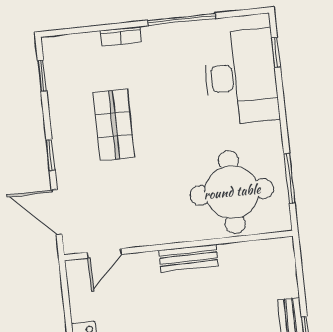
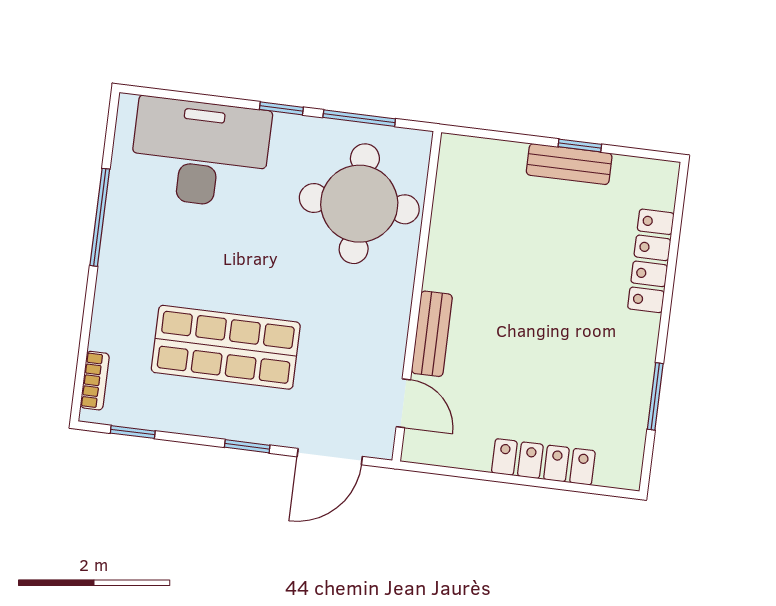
bookcase: (121, 36) -> (95, 381), moved
window: (276, 52) -> (281, 108), moved
shop shelf: (114, 125) -> (226, 347), width x1.43, depth x1.36
bench: (188, 258) -> (432, 334), moved

